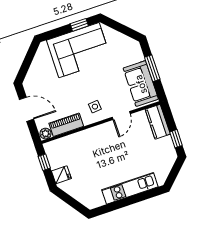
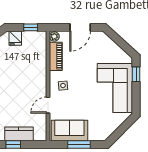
window: (79, 25) -> (136, 74), moved
door: (121, 116) -> (48, 105), hinge flipped
kitchen counter: (158, 122) -> (19, 134), moved

